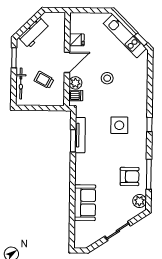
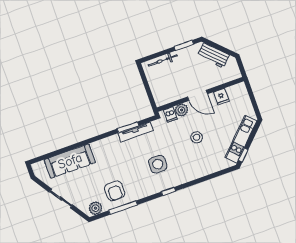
trolley: (44, 80) -> (174, 80), removed
sofa: (85, 203) -> (70, 161), width x1.36

